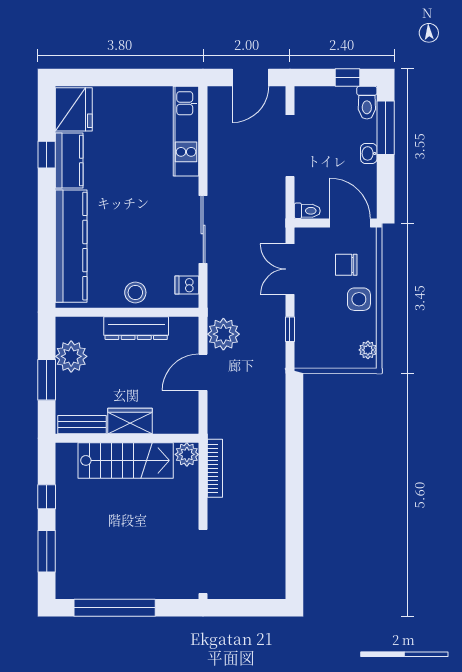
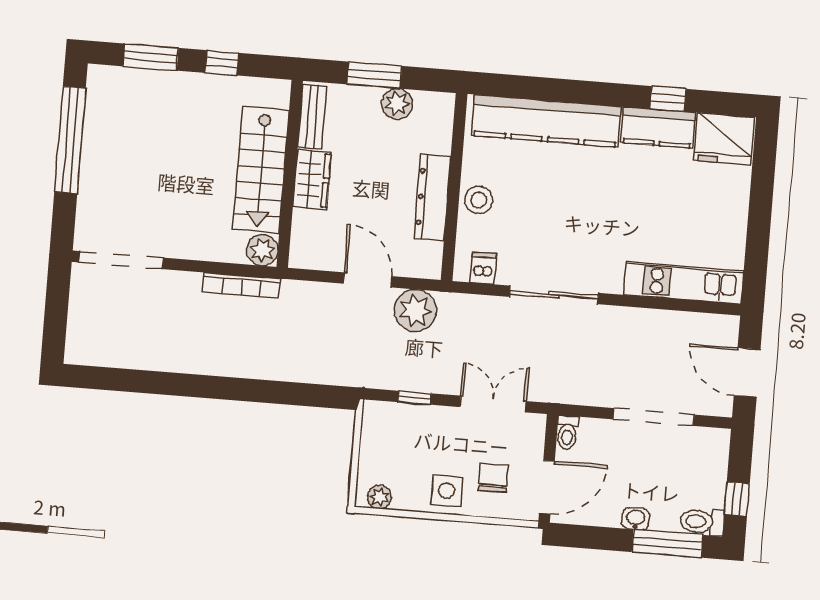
plant: (71, 356) -> (397, 104), width x0.73, depth x0.73

